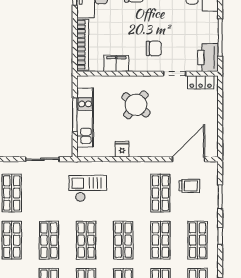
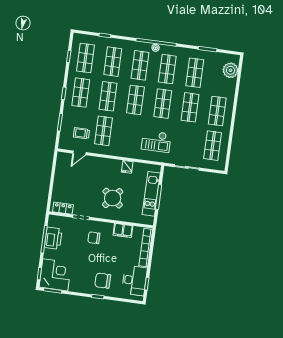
printer: (208, 57) -> (53, 238), moved
door: (188, 159) -> (79, 153), width x0.53

